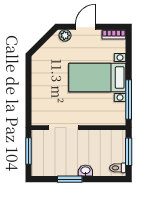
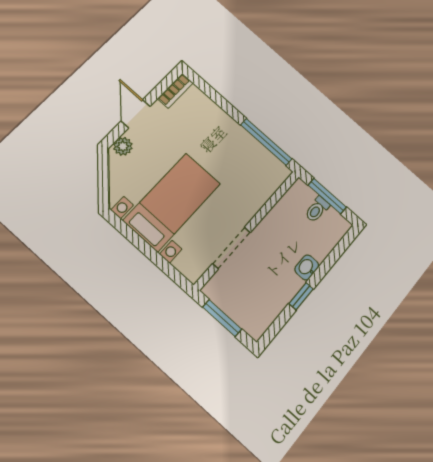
bed with nightstands: (97, 78) -> (172, 202), moved, turned 180
toilet: (118, 168) -> (317, 209), moved
window: (70, 179) -> (301, 296), width x0.67

